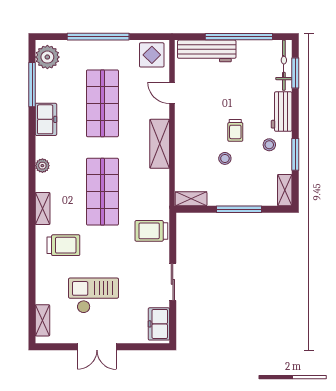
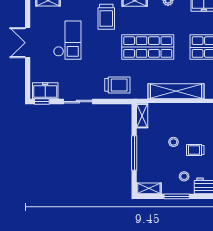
shelving: (160, 144) -> (176, 91), width x1.47
trolley: (151, 231) -> (117, 85), turned 90
window: (173, 328) -> (42, 102), added

